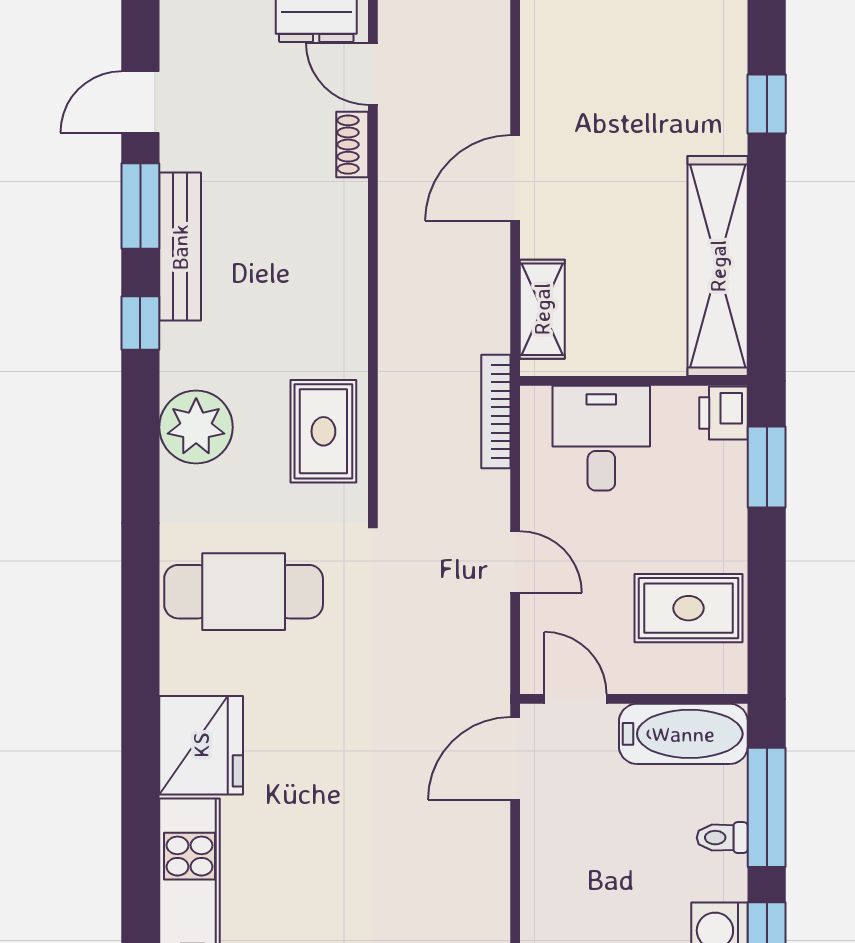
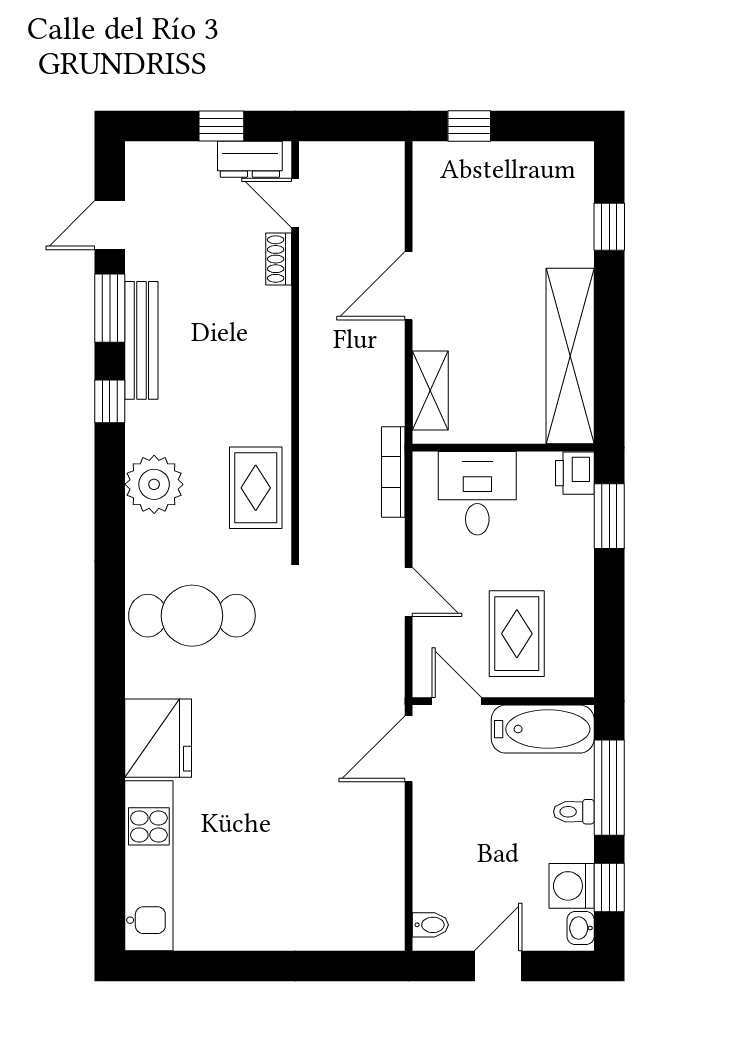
rug: (688, 608) -> (517, 634), moved, turned 90

